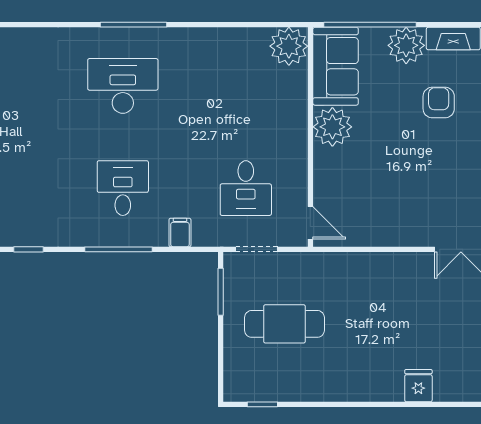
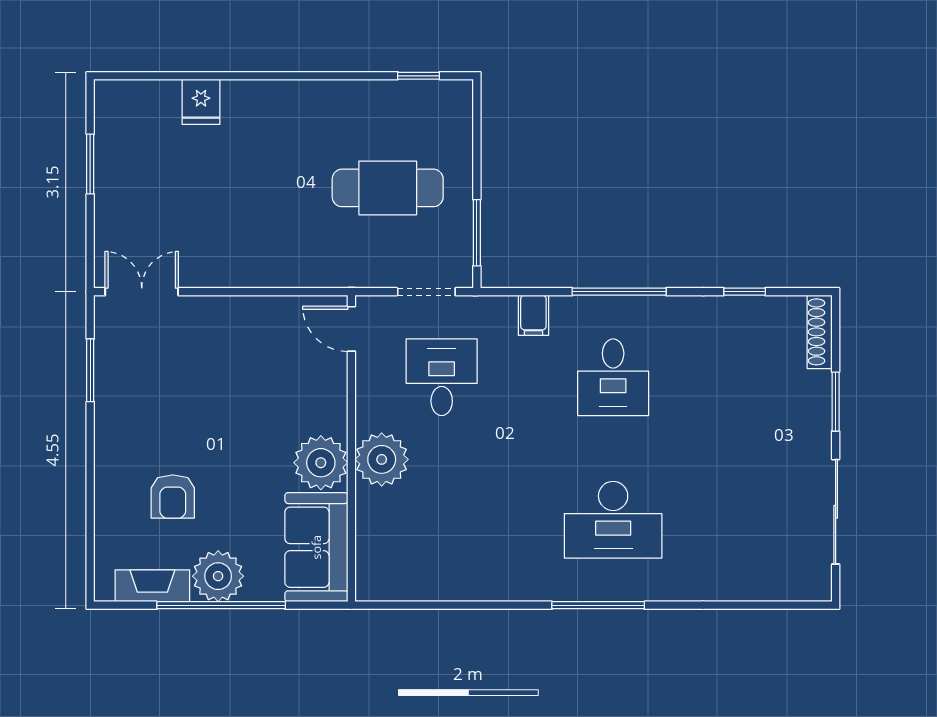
window: (370, 25) -> (221, 605), moved
plant: (289, 46) -> (382, 459), moved

